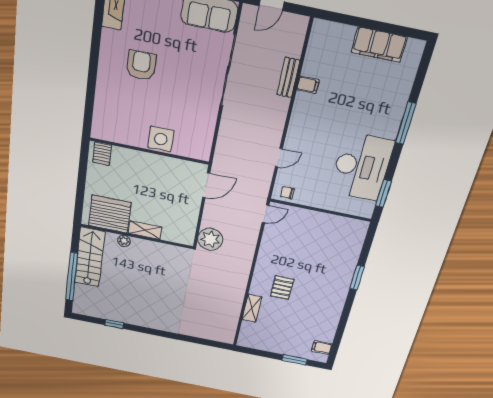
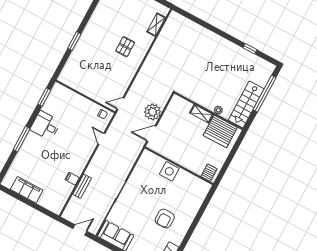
door: (279, 158) -> (101, 139), hinge flipped
desk: (362, 167) -> (45, 126), width x0.53, depth x0.77
plant: (210, 239) -> (153, 112), moved
shelving: (252, 308) -> (156, 25), moved

